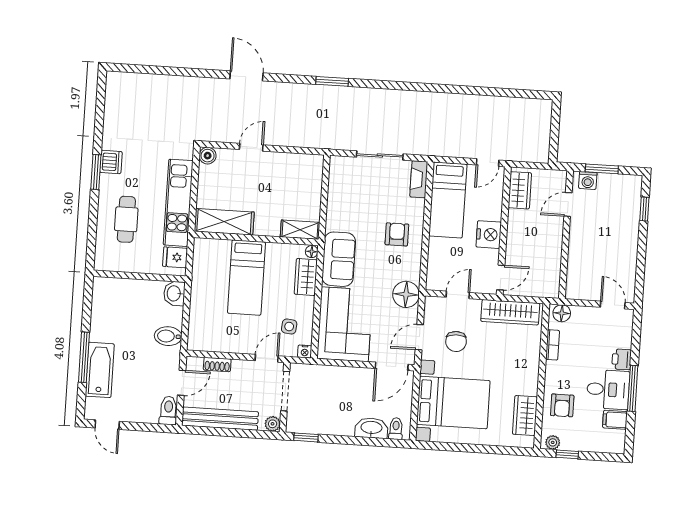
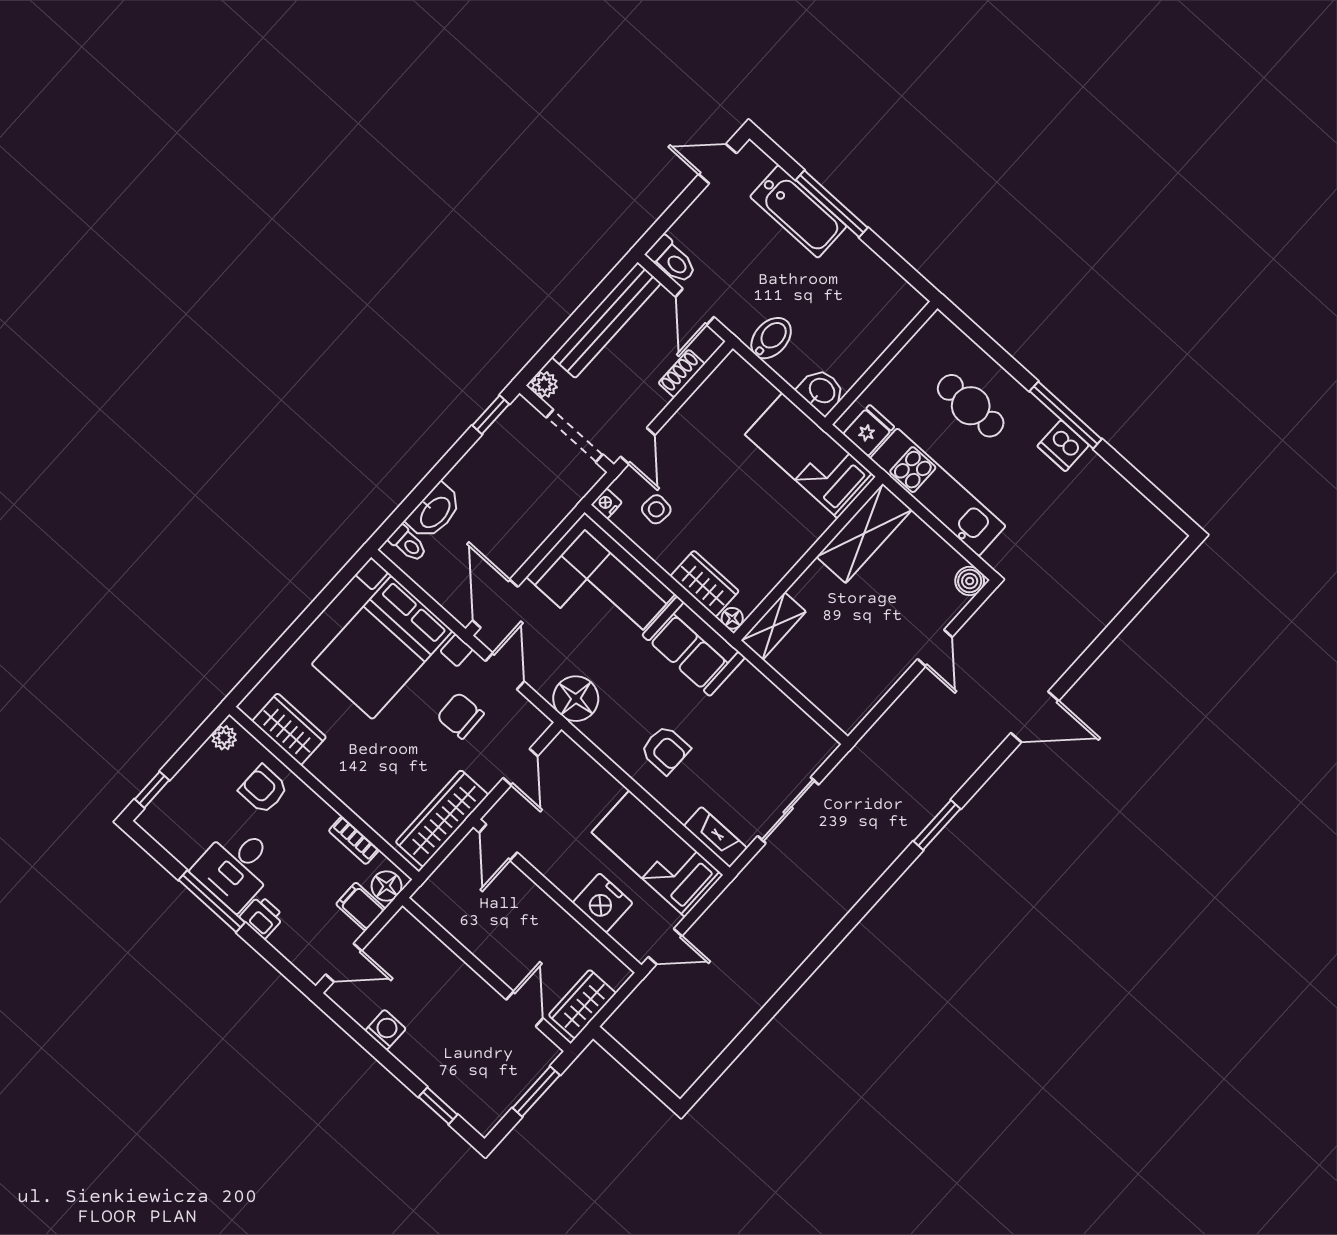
door: (488, 162) -> (665, 946), swing flipped
window: (96, 172) -> (1066, 415), width x1.44
washing machine: (588, 180) -> (385, 1030), moved, turned 90
wardrobe: (520, 190) -> (582, 1004), moved, turned 90
nightstand: (489, 235) -> (603, 903), moved
bed: (246, 278) -> (810, 456), moved
filing cabinet: (615, 420) -> (361, 906), moved, turned -90
window: (567, 454) -> (152, 790), moved

